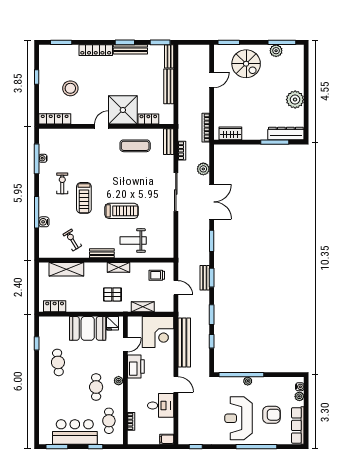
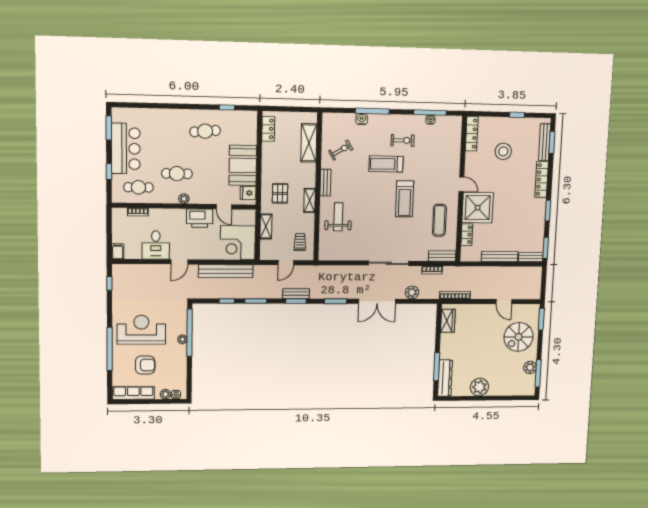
bench: (130, 49) -> (545, 142), moved
treadmill: (122, 211) -> (405, 199), moved
armchair: (272, 415) -> (145, 365), turned -90

